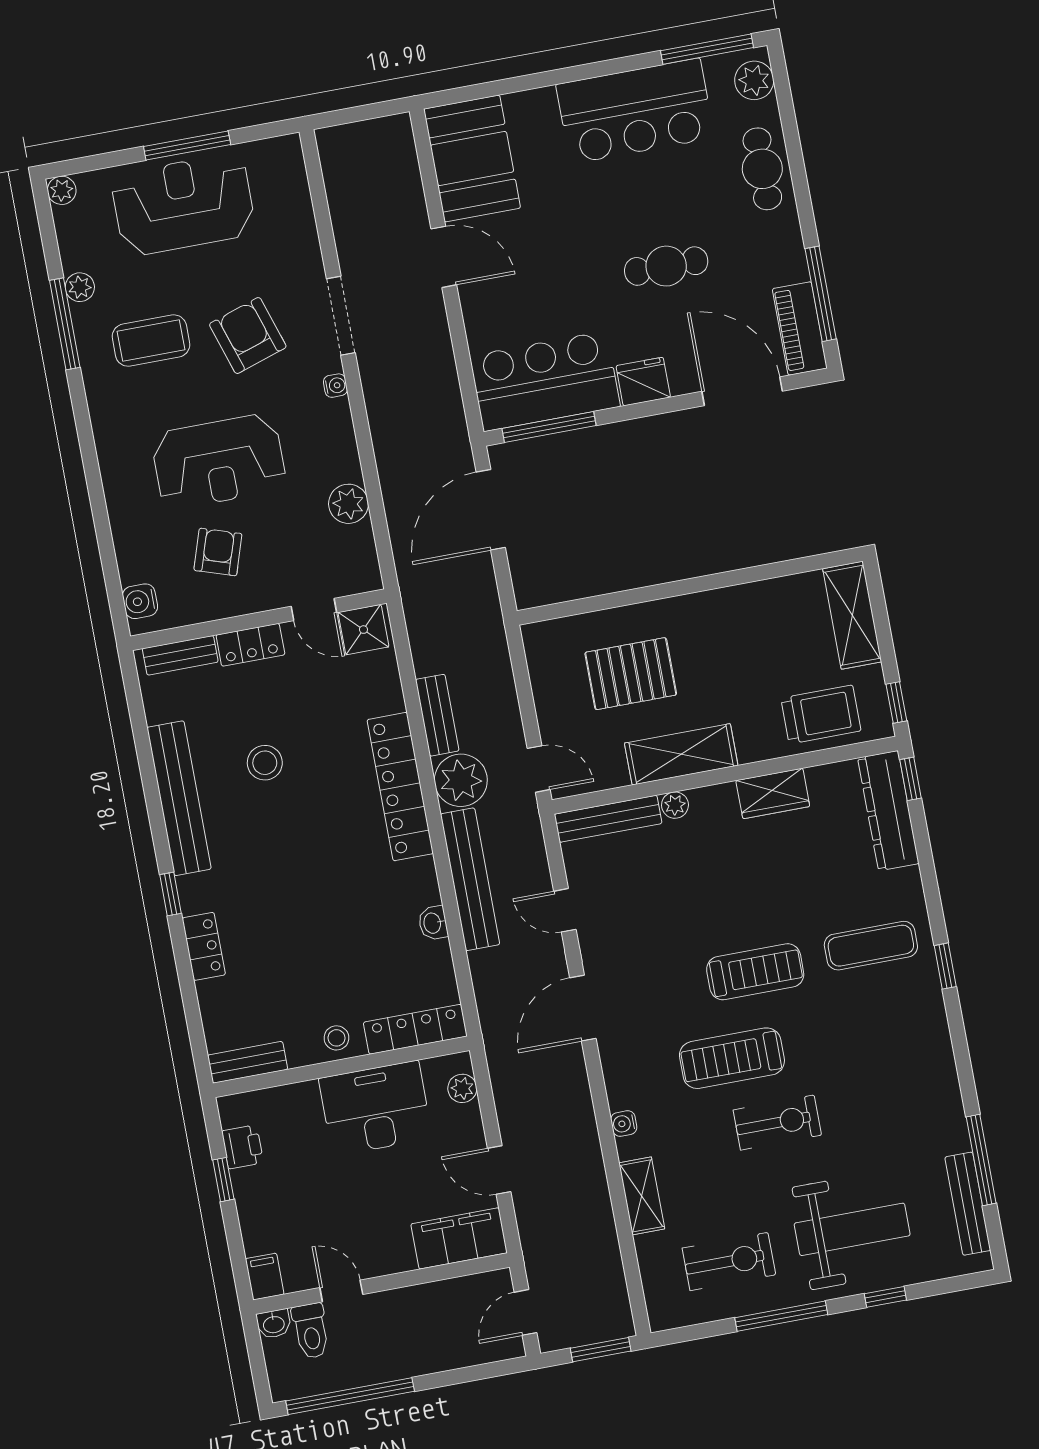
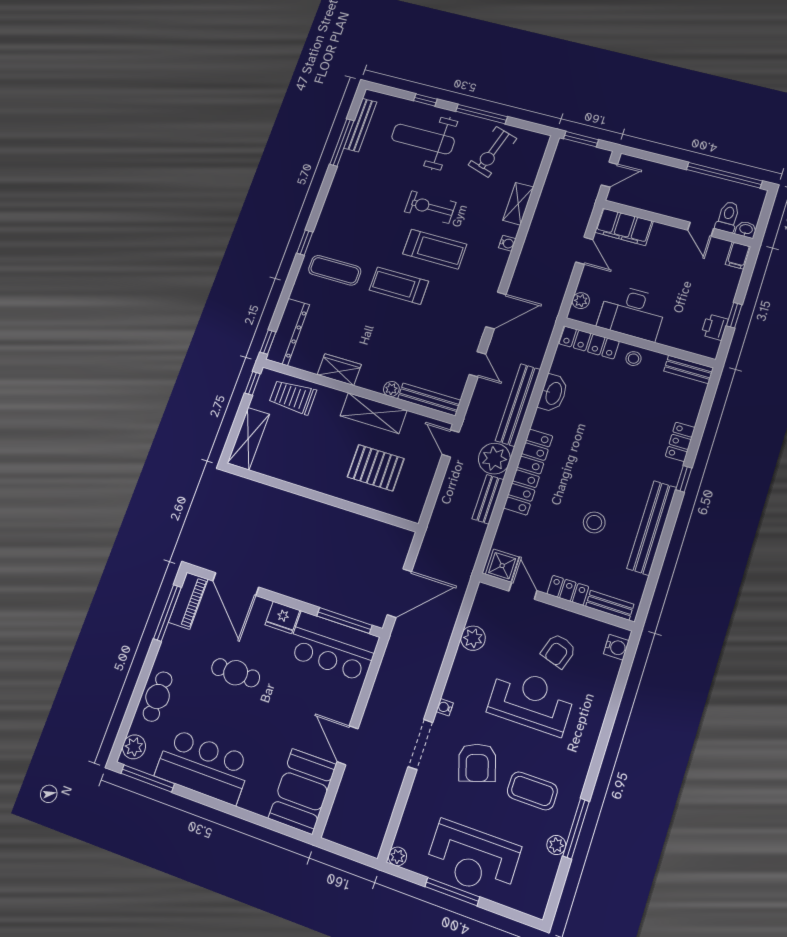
plant: (62, 190) -> (397, 856), moved
washbasin: (433, 923) -> (553, 393), width x1.91, depth x1.45
exercise bike: (729, 1261) -> (492, 152), turned -73

